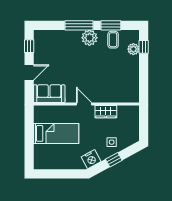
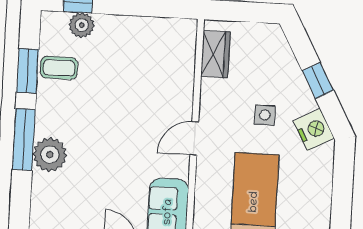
plant: (89, 38) -> (50, 155), moved
wardrobe: (106, 112) -> (215, 54), moved
side table: (112, 142) -> (265, 115), moved

